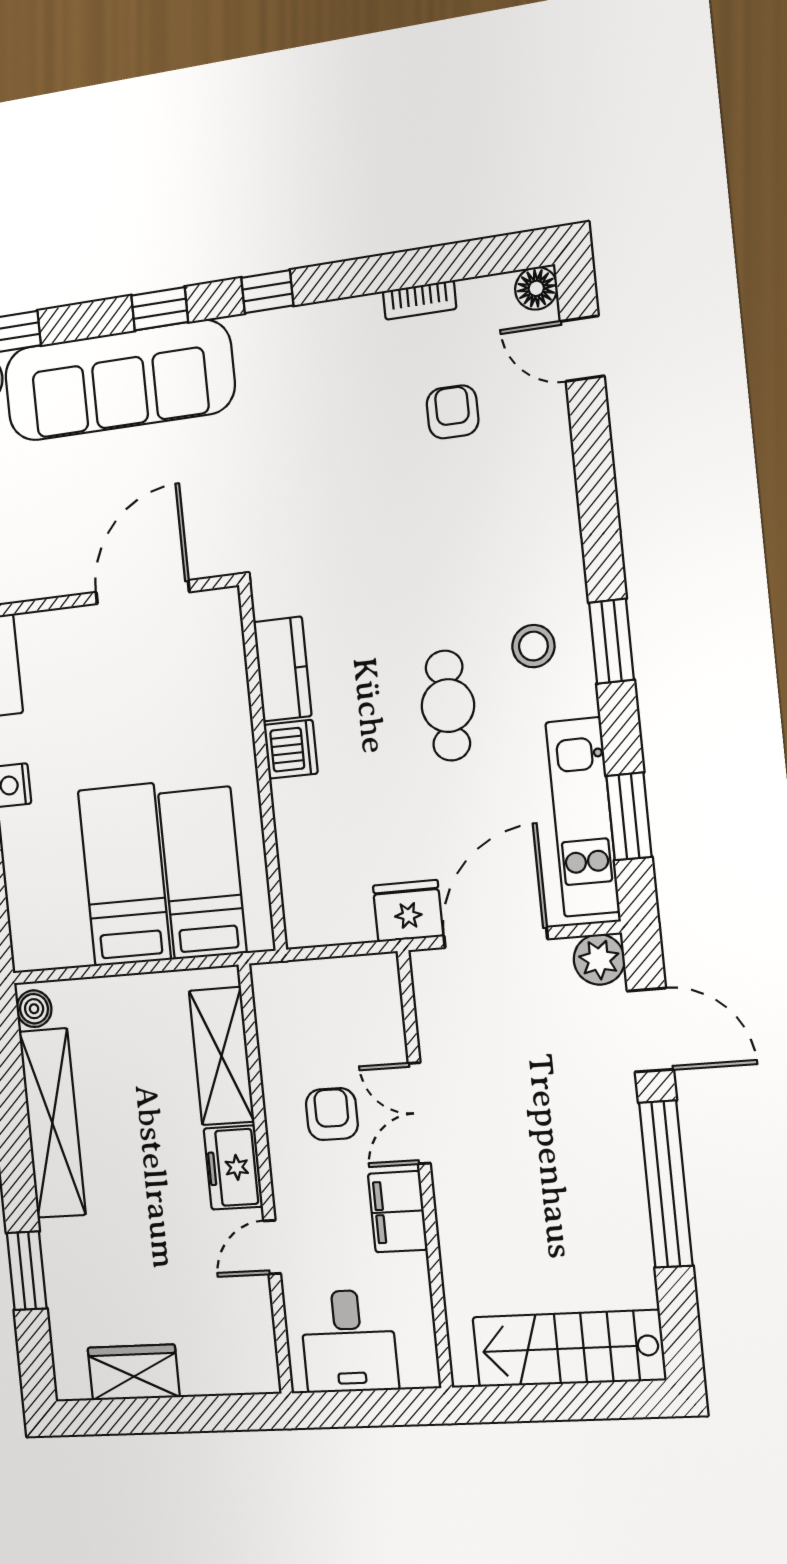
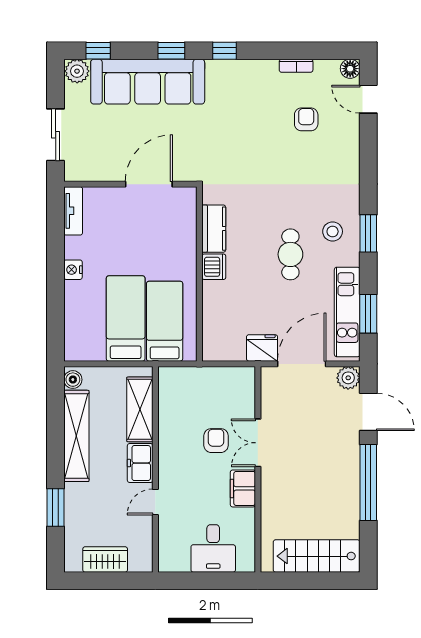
shelving: (222, 1056) -> (140, 409), moved
freezer: (233, 1168) -> (140, 463), moved
wall: (265, 1179) -> (155, 469), moved
door: (272, 1247) -> (155, 502), moved

